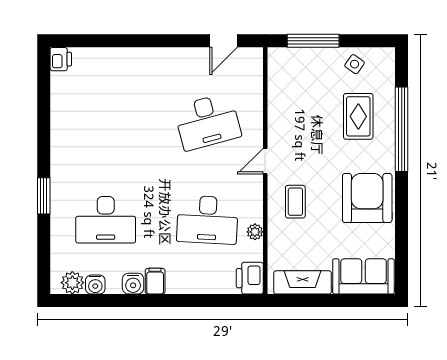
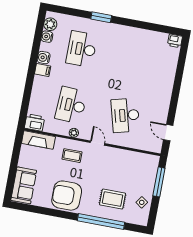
armchair: (367, 198) -> (67, 196), turned 180
plant: (255, 232) -> (74, 133), moved
fireplace: (303, 282) -> (38, 140), moved, turned 90

